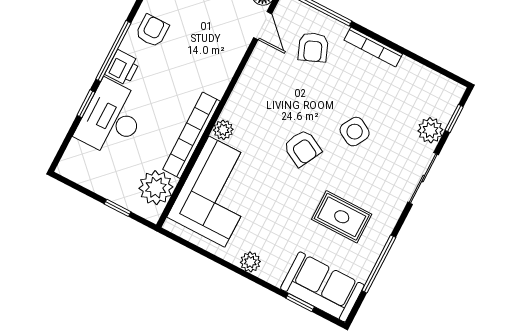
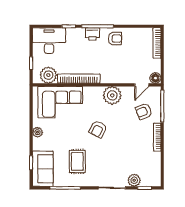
desk: (112, 119) -> (49, 41), moved
plant: (223, 130) -> (112, 95), moved, width x1.87, depth x1.87
side table: (355, 132) -> (117, 148), removed

